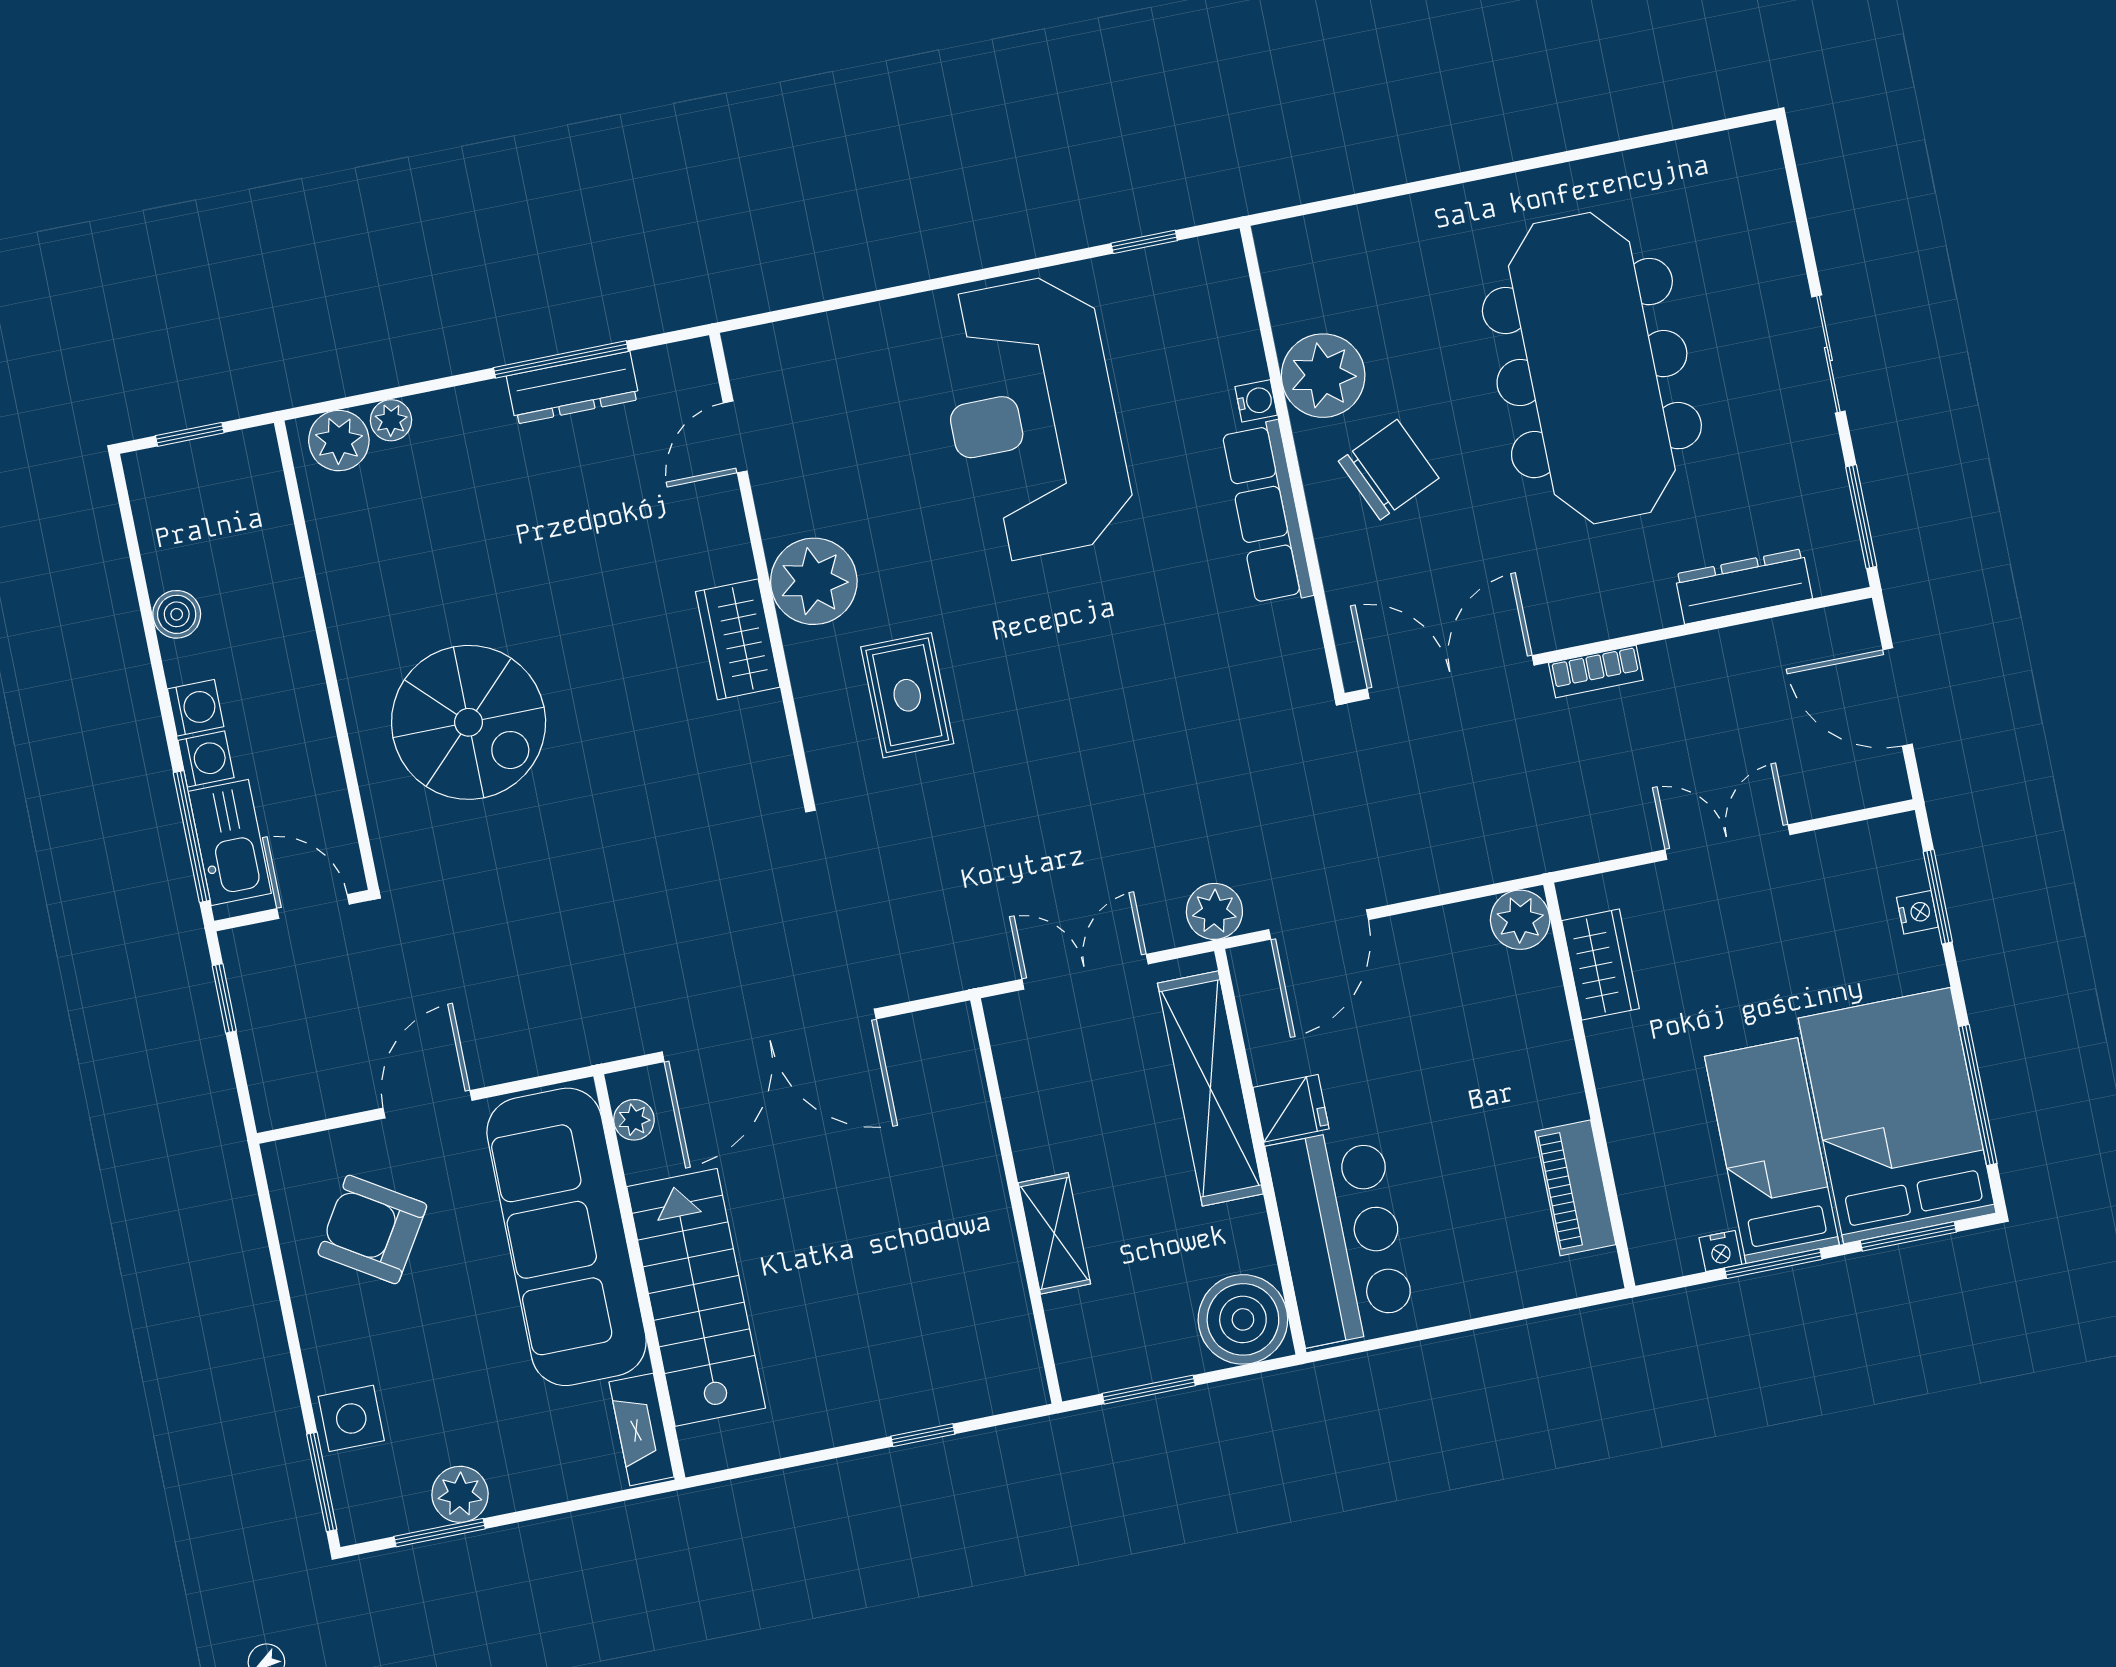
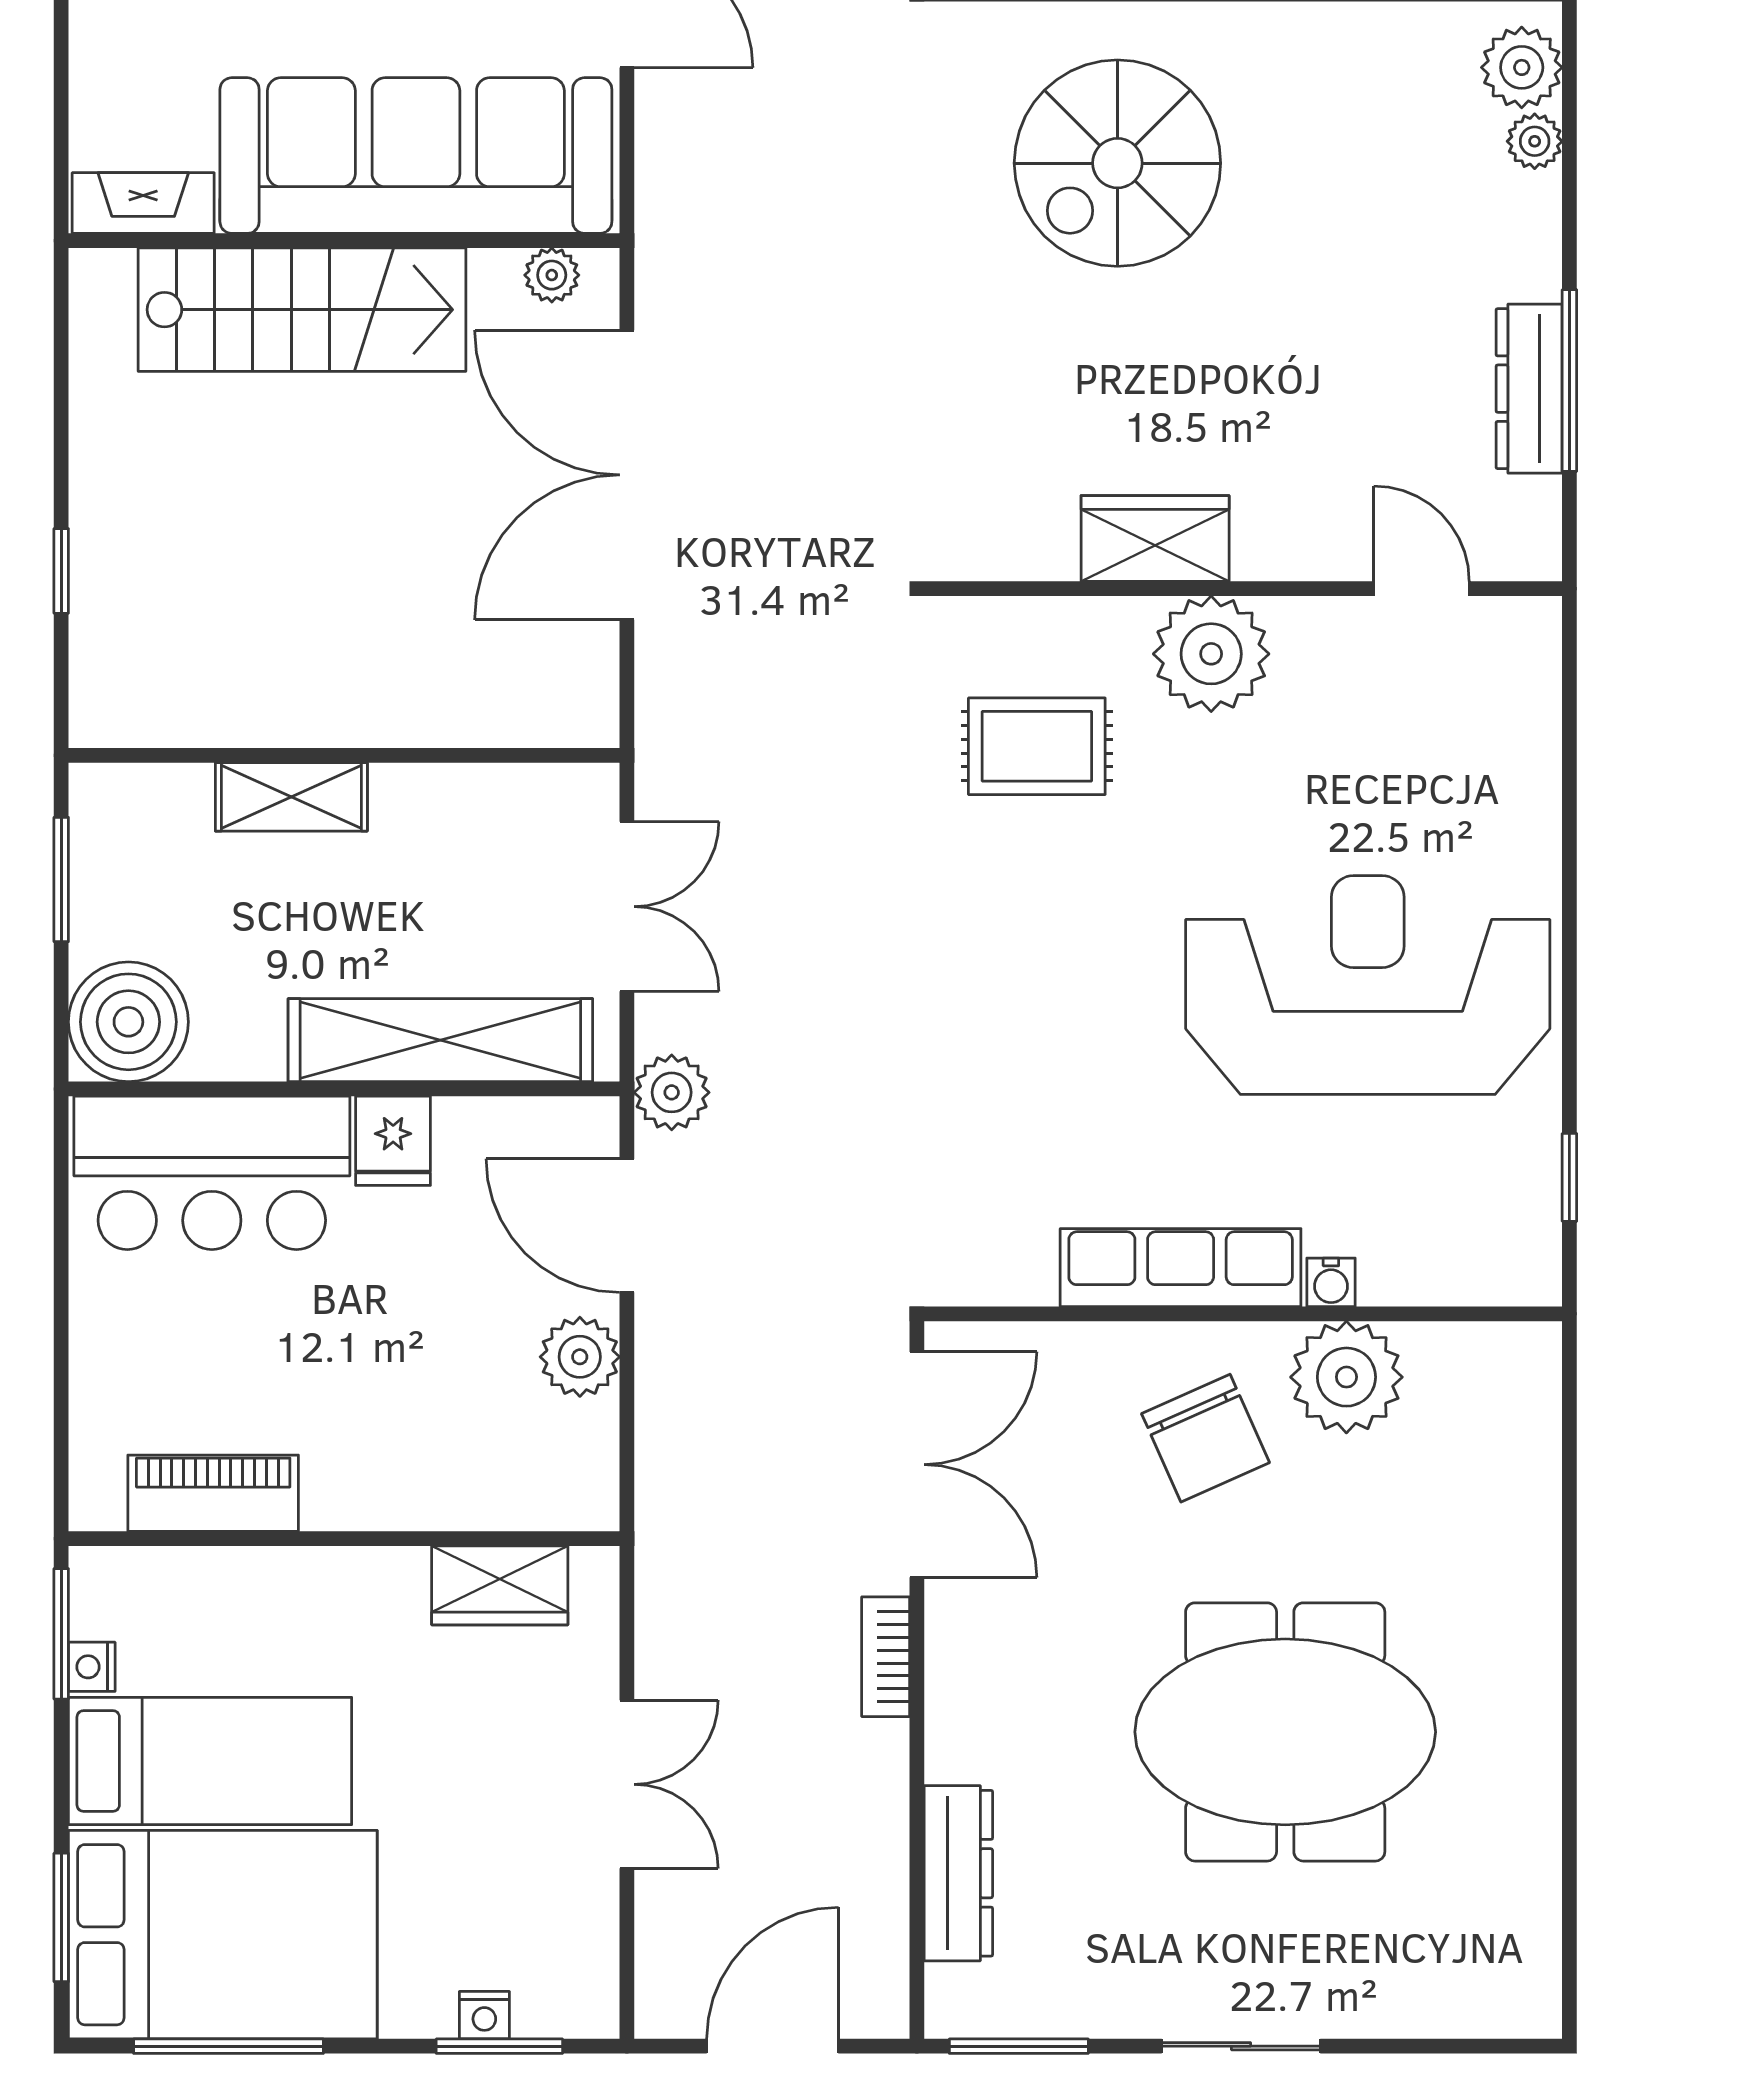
meeting table: (1592, 368) -> (1285, 1732), width x0.73
plant: (1520, 920) -> (580, 1357), moved
window: (1773, 1264) -> (61, 1634), moved

